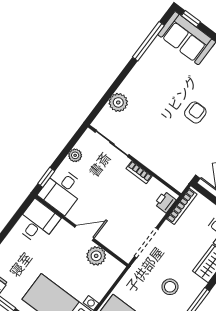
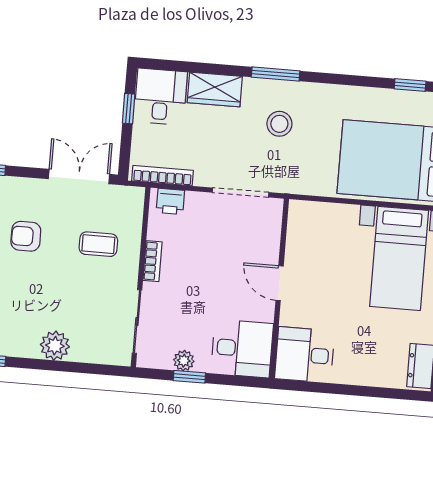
plant: (118, 102) -> (55, 346), moved
coffee table: (167, 149) -> (98, 244), added
window: (46, 177) -> (189, 377), moved
plant: (96, 256) -> (300, 248), removed

